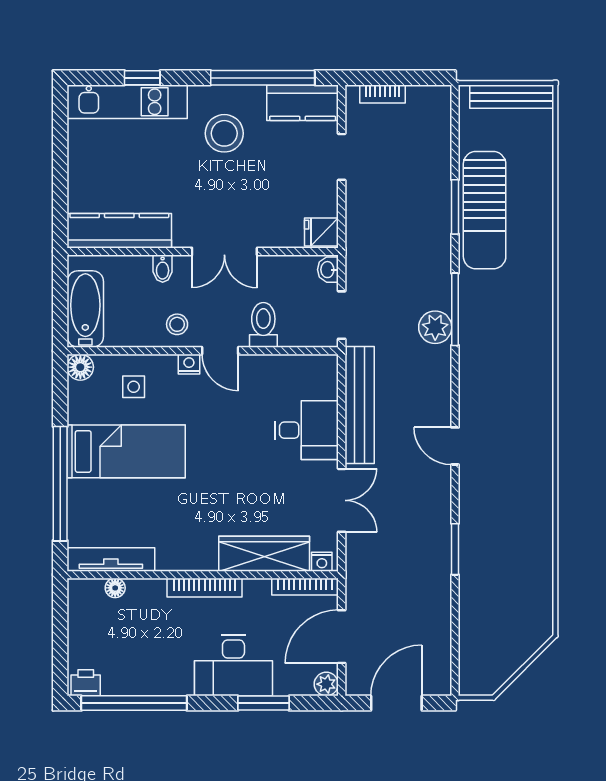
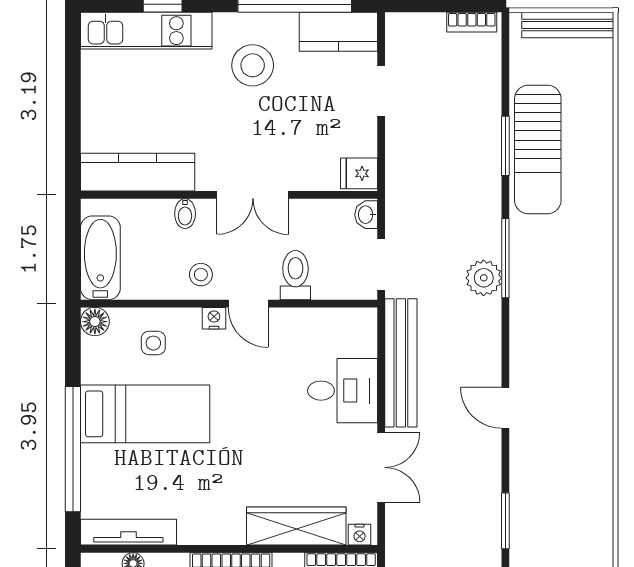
bookcase: (382, 94) -> (472, 22), moved

